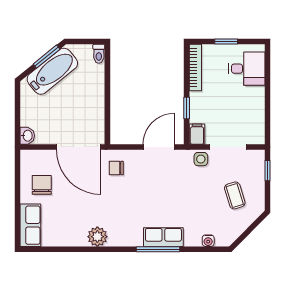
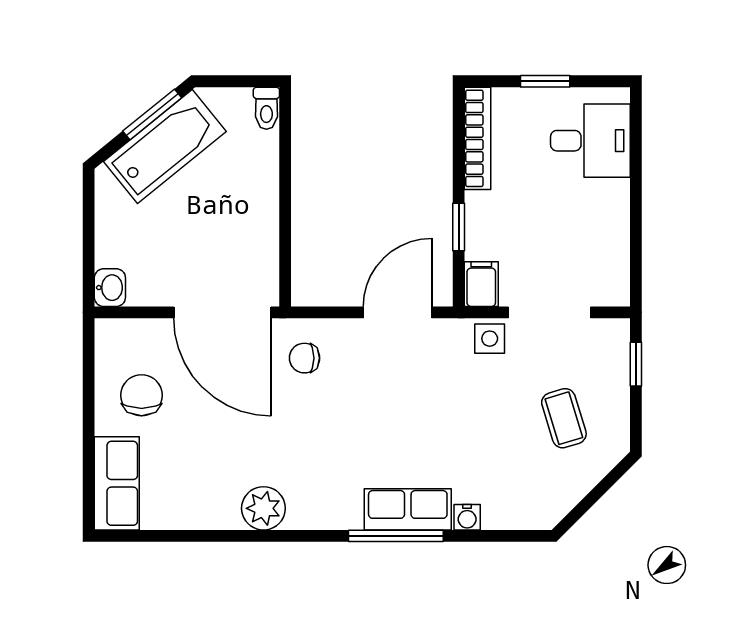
water cooler: (208, 241) -> (467, 517), moved

